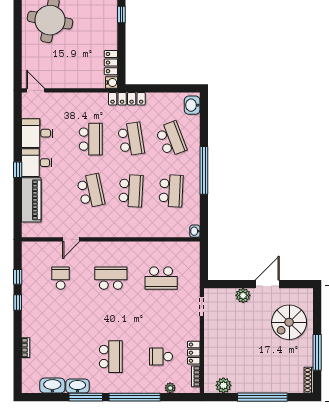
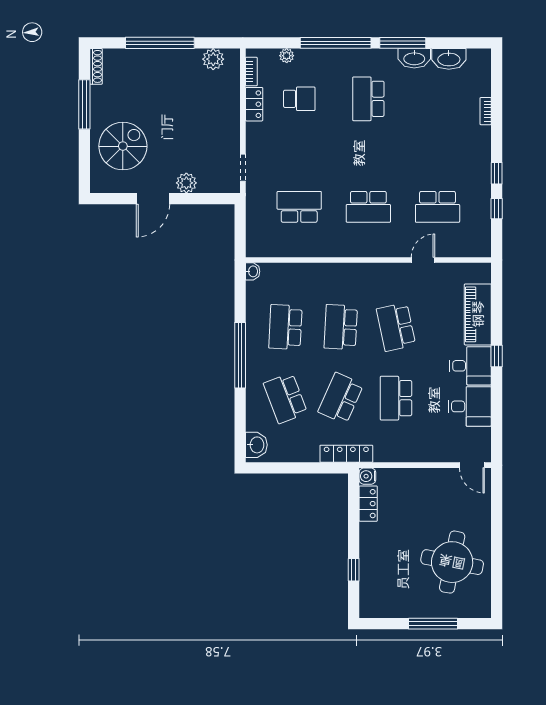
school desk: (131, 139) -> (341, 398), turned 33
school desk: (61, 278) -> (438, 207), width x1.85

